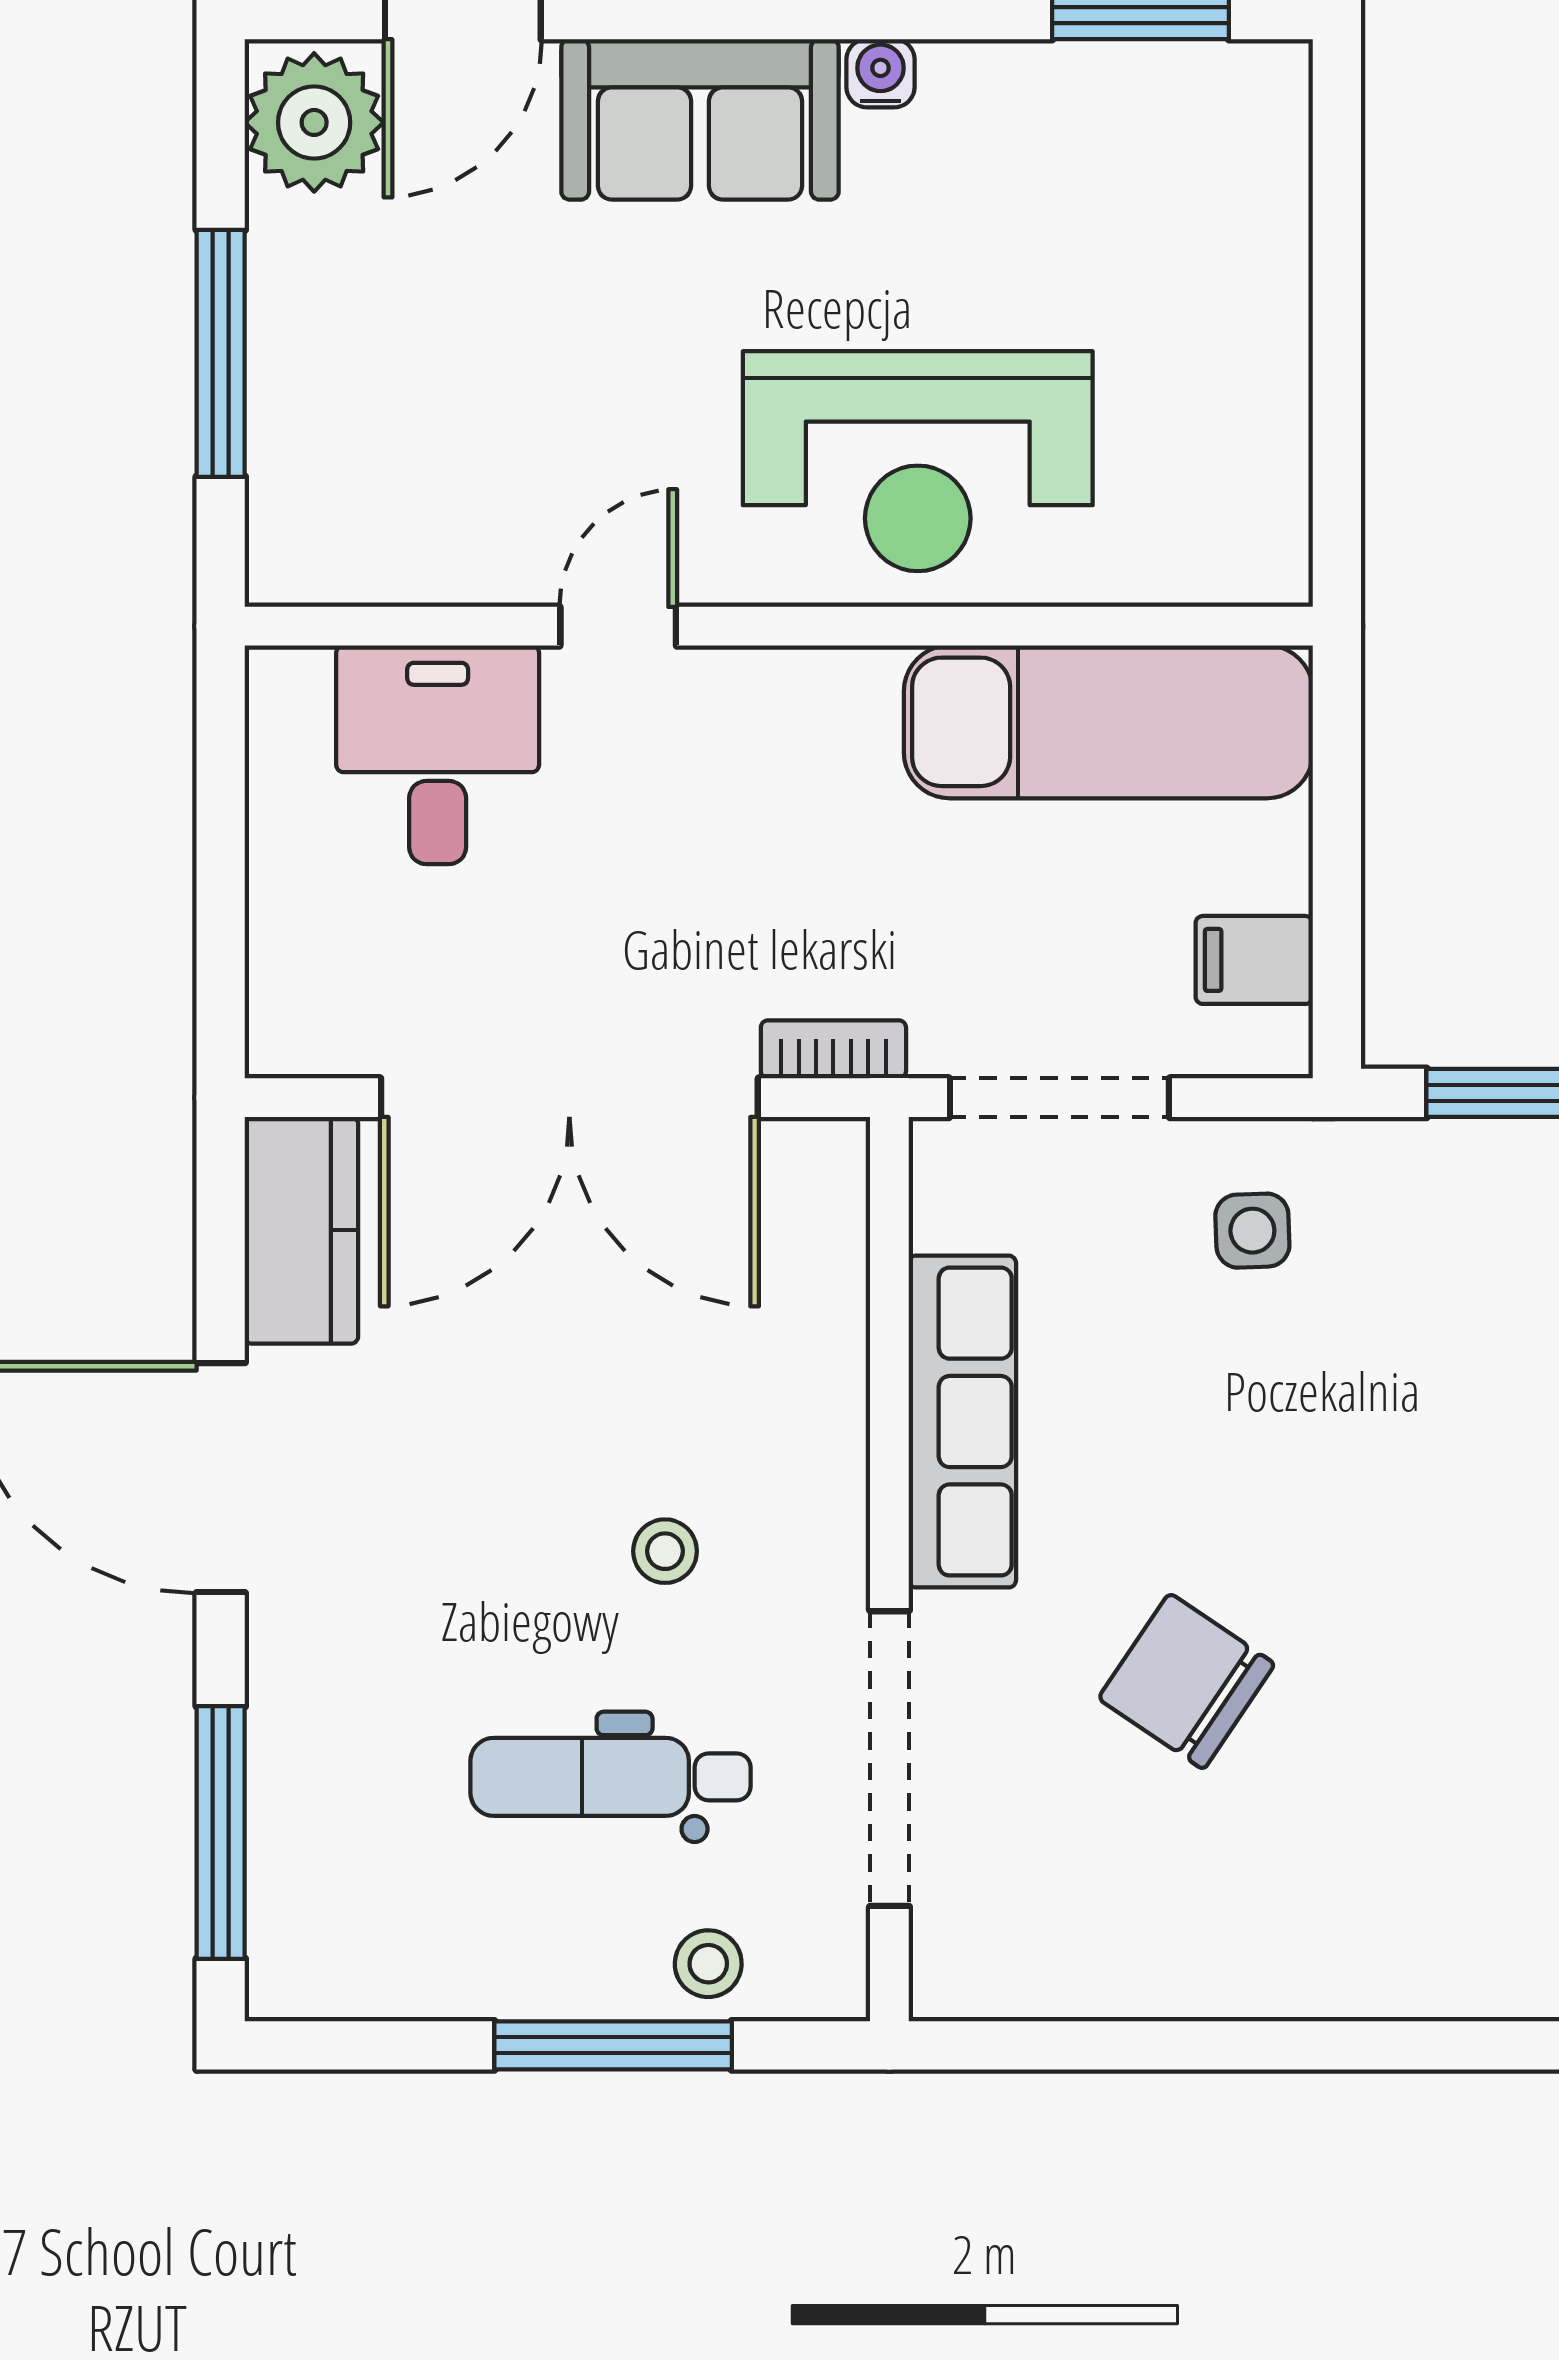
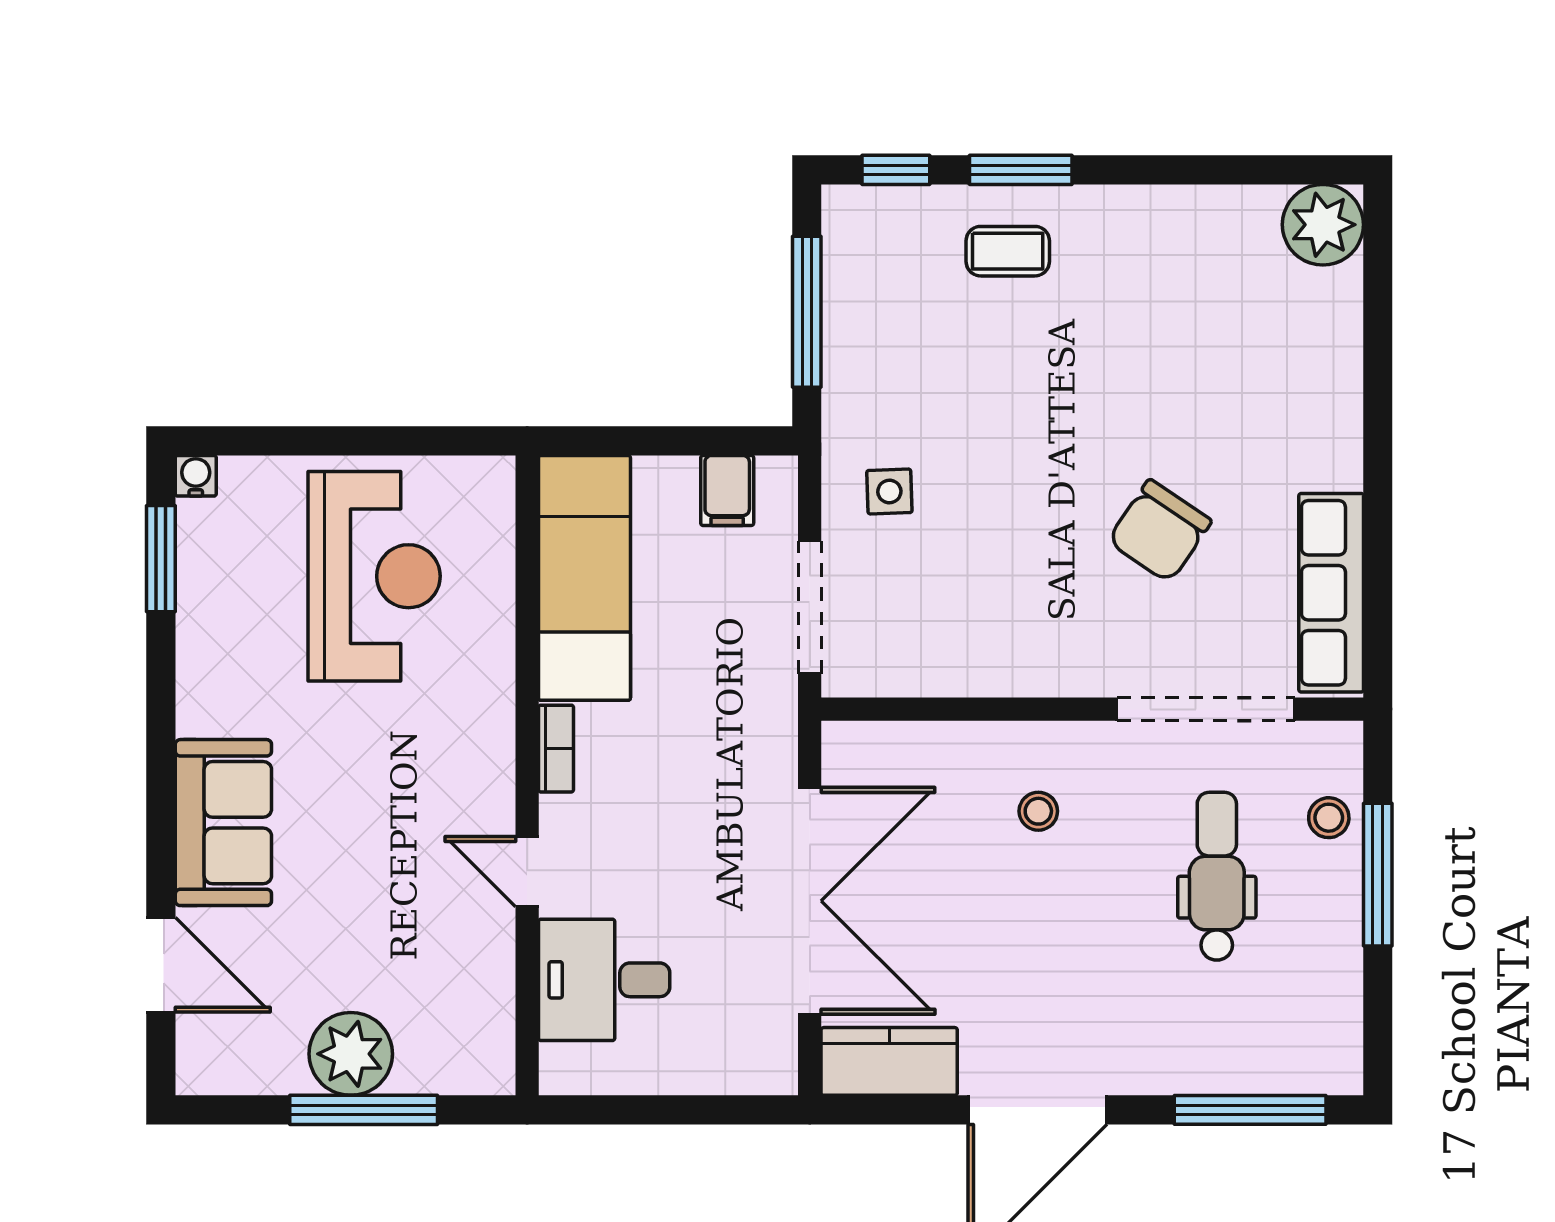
water cooler: (880, 73) -> (196, 476), moved, turned 90
plant: (314, 122) -> (351, 1054), moved
reception desk: (918, 461) -> (374, 576), moved
bookcase: (833, 1049) -> (556, 749), moved, turned 180
row of seats: (962, 1422) -> (1331, 593), moved, turned -90
stool: (665, 1551) -> (1038, 811), moved
dental chair: (611, 1777) -> (1217, 876), turned 180

